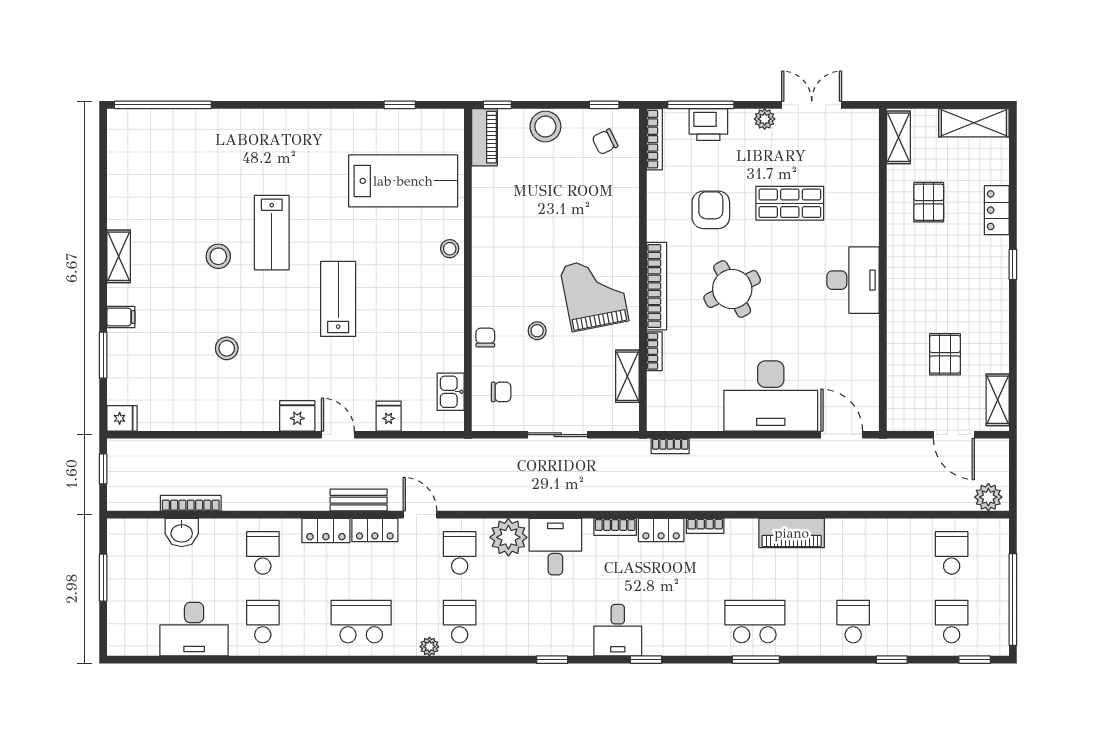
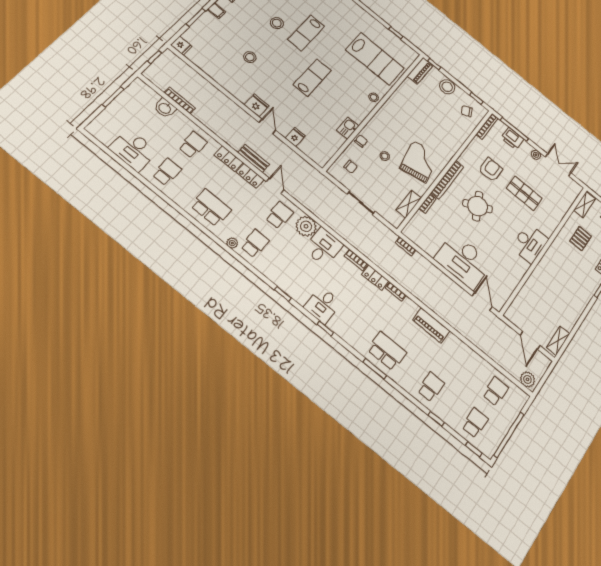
pallet: (945, 354) -> (548, 304), removed
kitchen sink: (451, 392) -> (348, 128), moved

